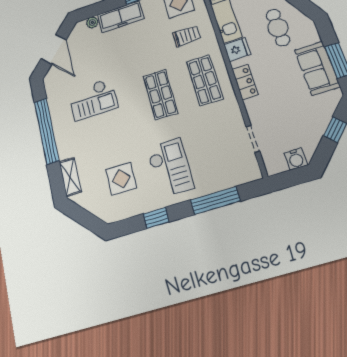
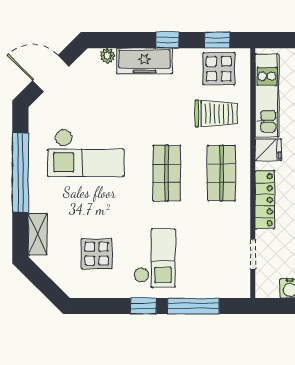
trolley: (186, 36) -> (216, 113), width x1.36, depth x1.39
door: (54, 49) -> (51, 74), swing flipped
locker: (245, 82) -> (265, 200), width x1.53
checkout: (93, 99) -> (86, 153), width x1.36, depth x1.21
window: (156, 218) -> (143, 306), moved

